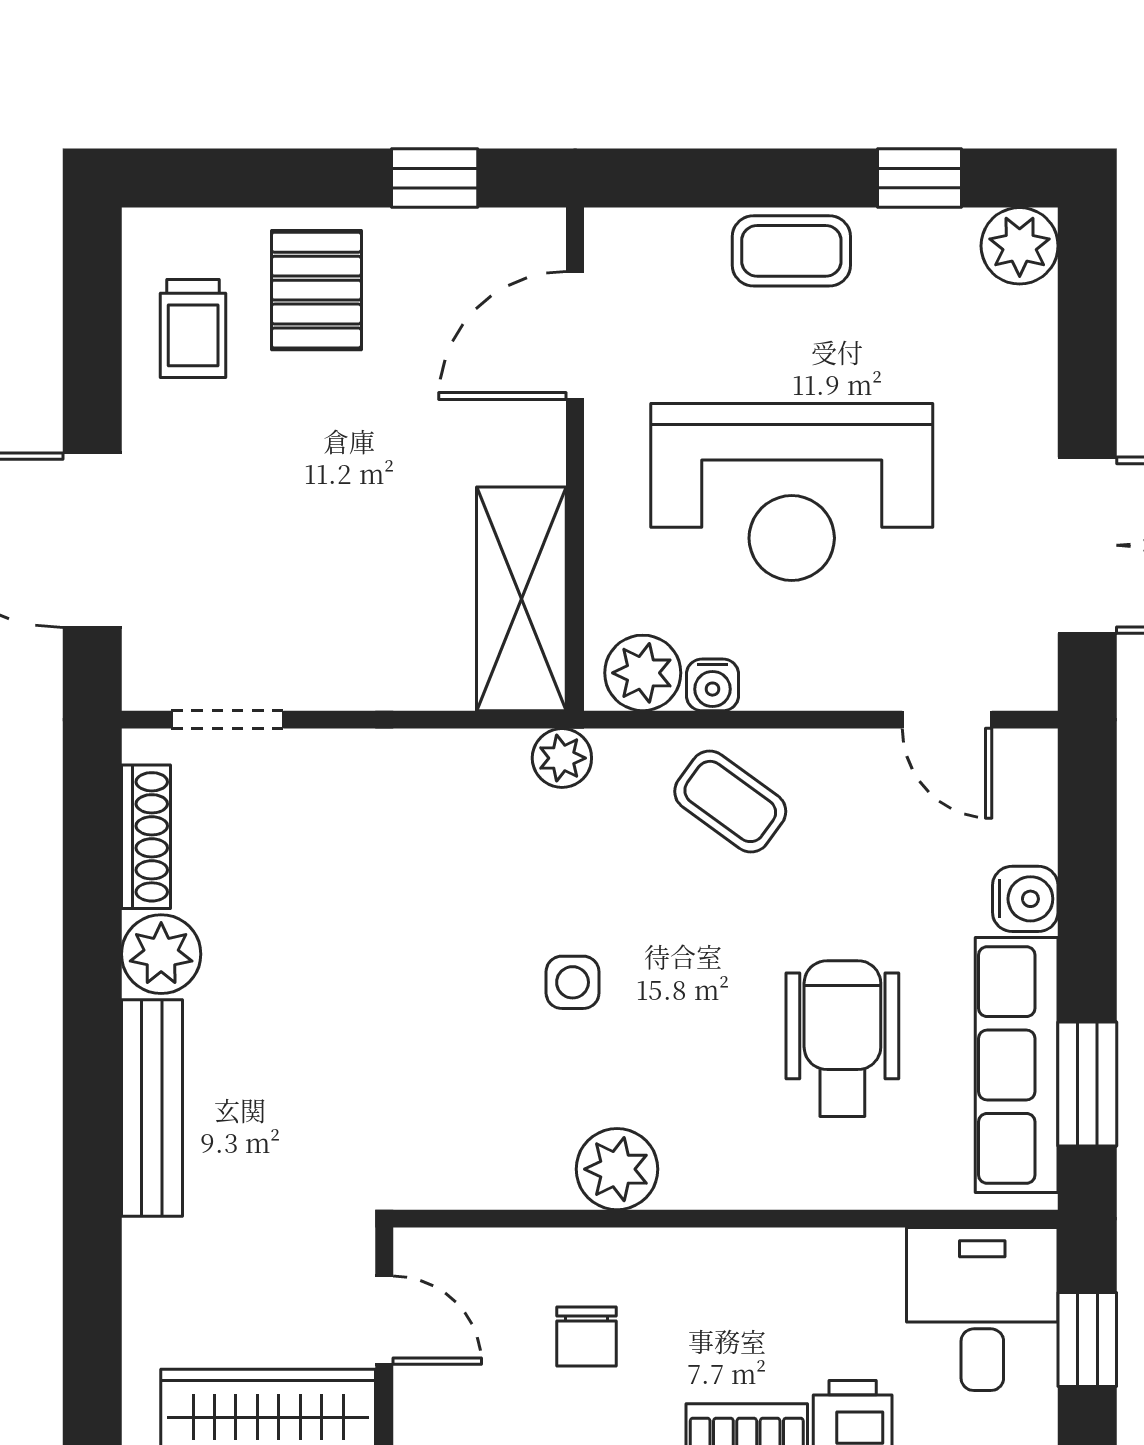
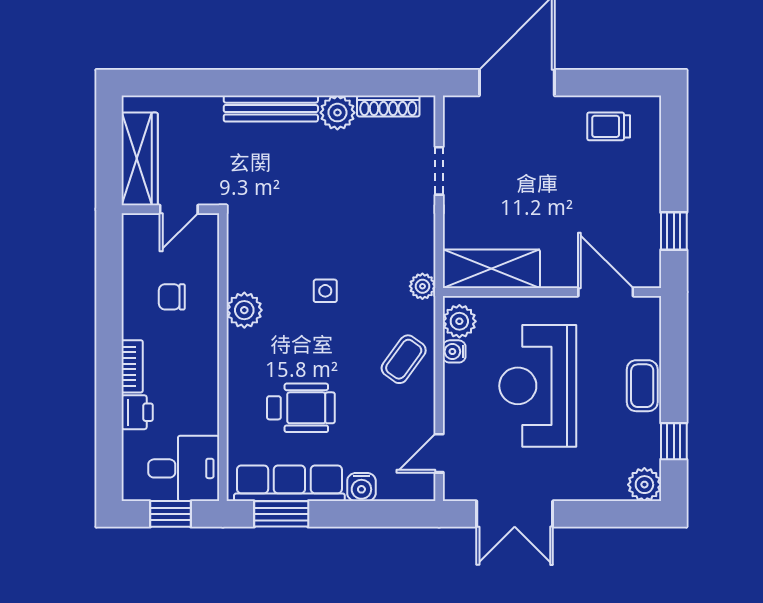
pallet: (316, 290) -> (625, 180), removed
doorway: (227, 720) -> (439, 171), moved

